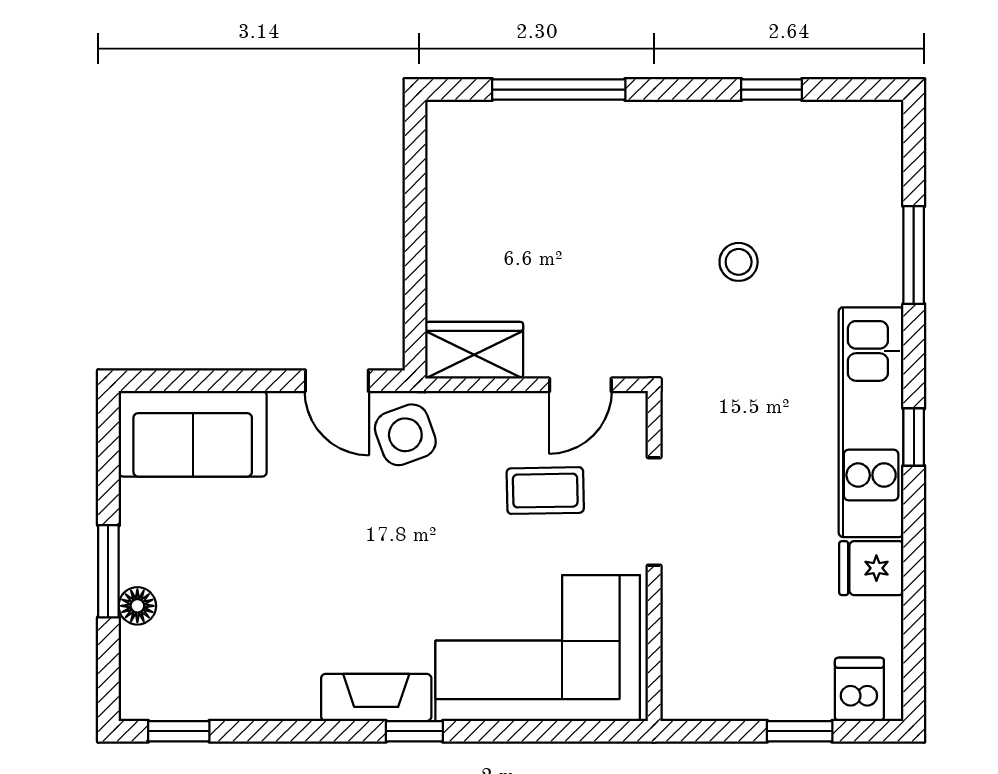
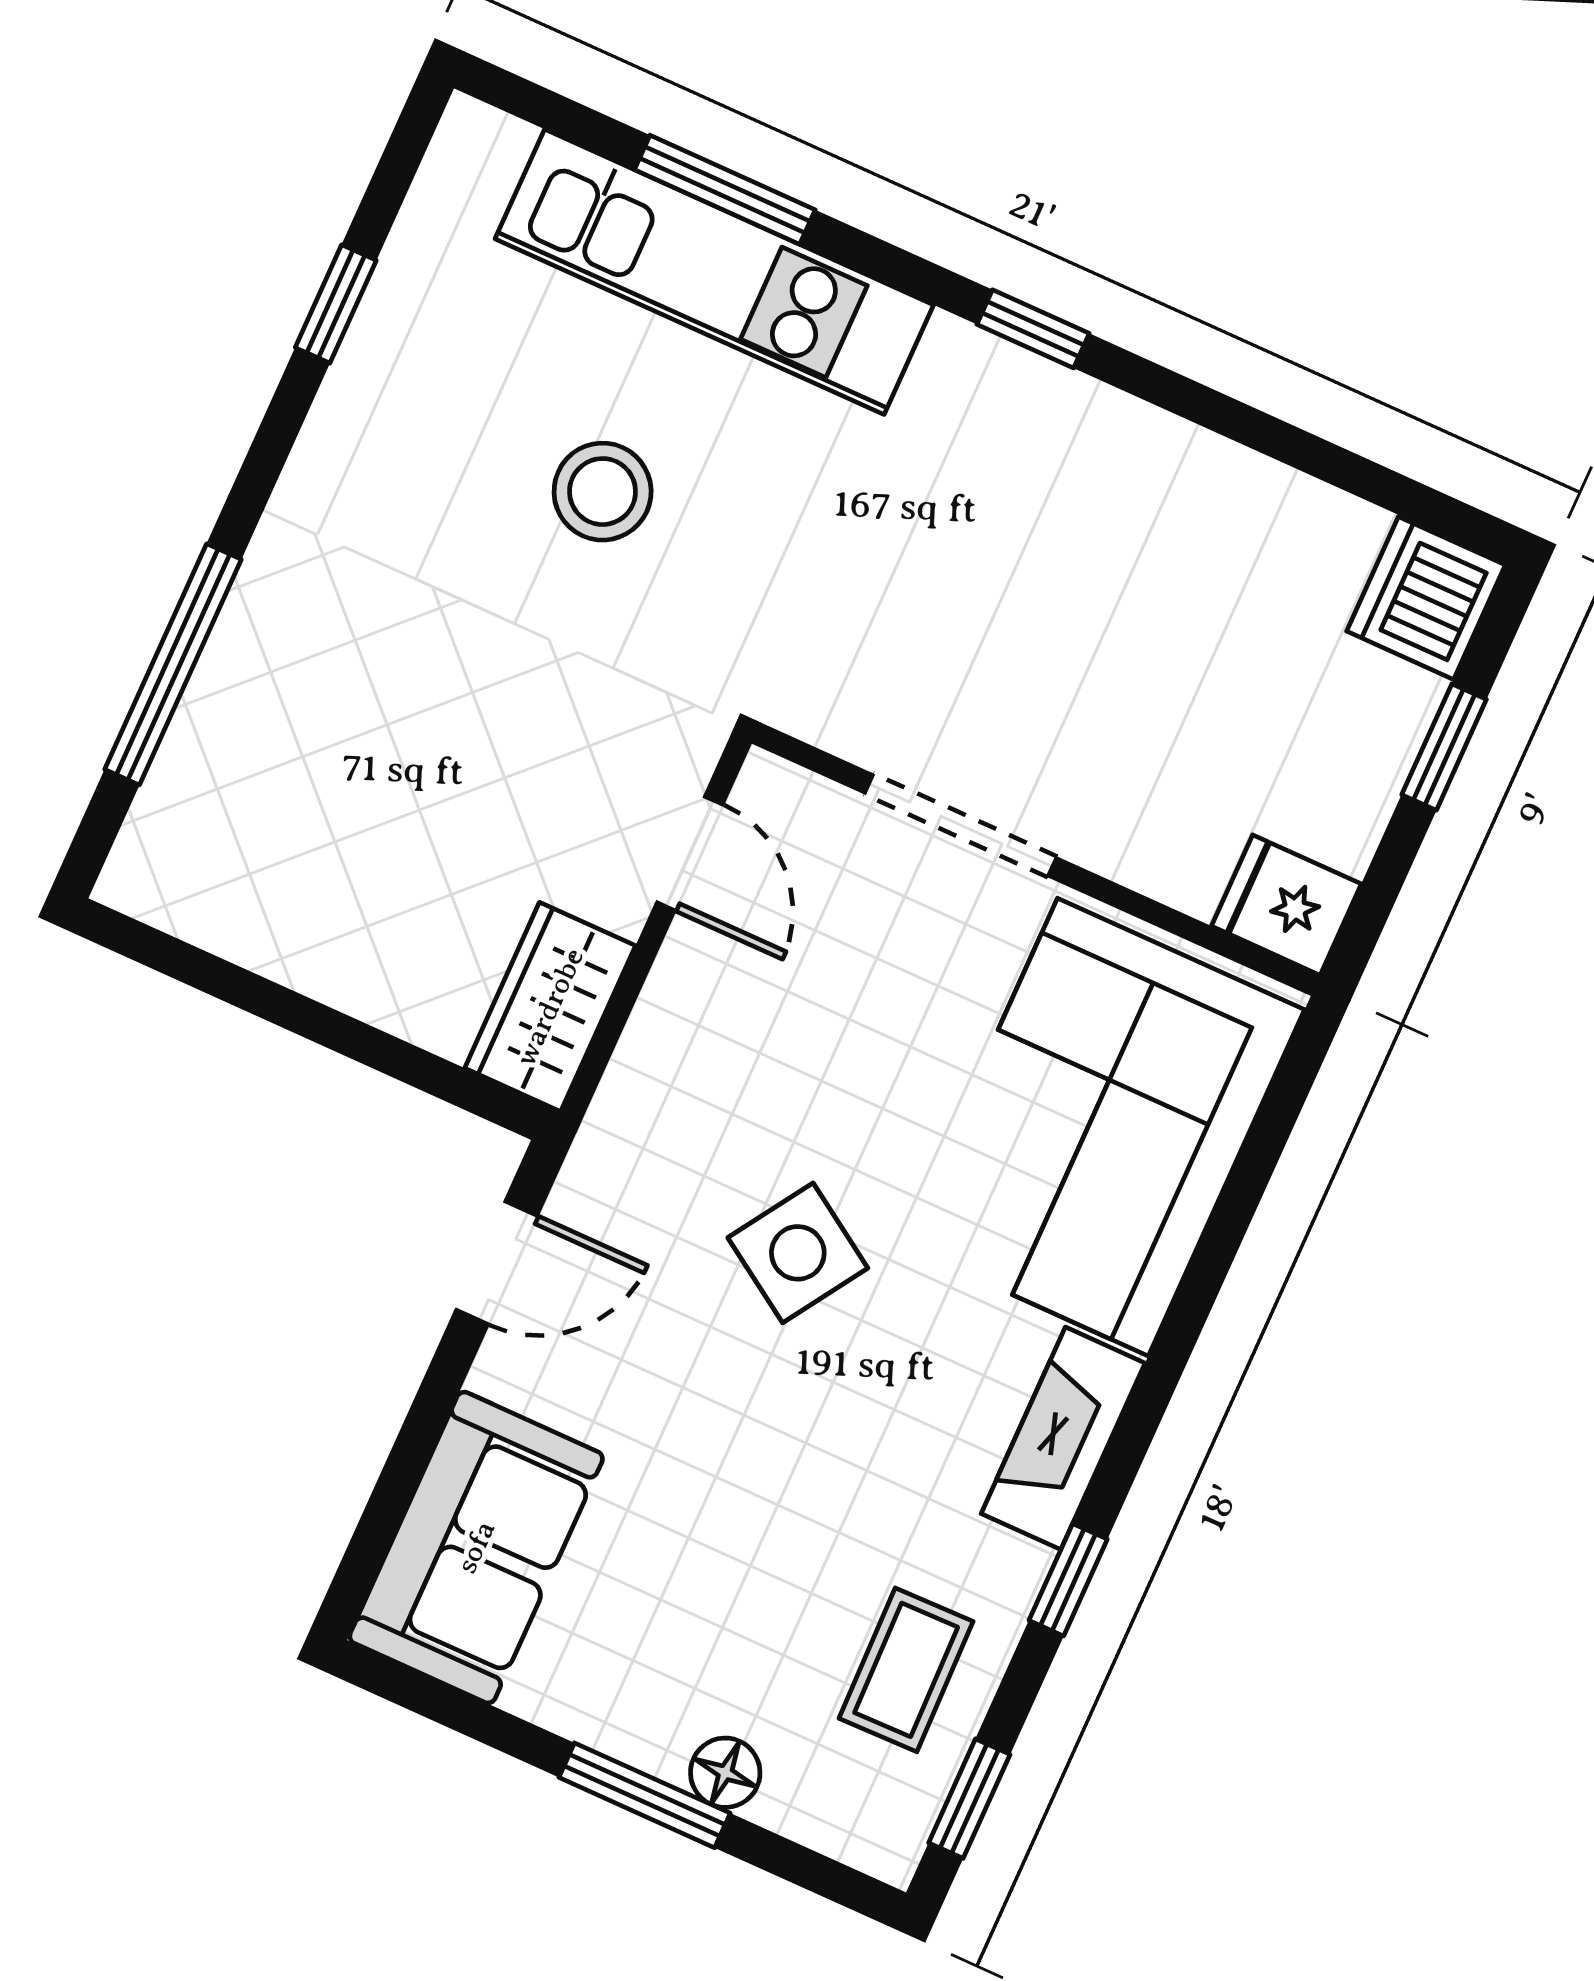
stool: (739, 262) -> (603, 492), width x1.37, depth x1.37
kitchen unit: (871, 422) -> (714, 272), moved
side table: (405, 435) -> (798, 1253), moved, turned -37
coffee table: (545, 491) -> (906, 1670), moved
fridge: (871, 568) -> (1286, 905), moved, turned 90
dishwasher: (859, 689) -> (1426, 598), width x1.38
window: (414, 731) -> (1068, 1580), moved

